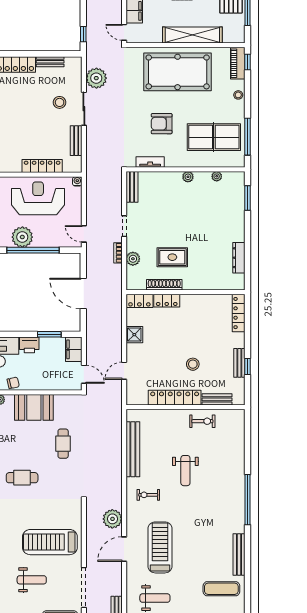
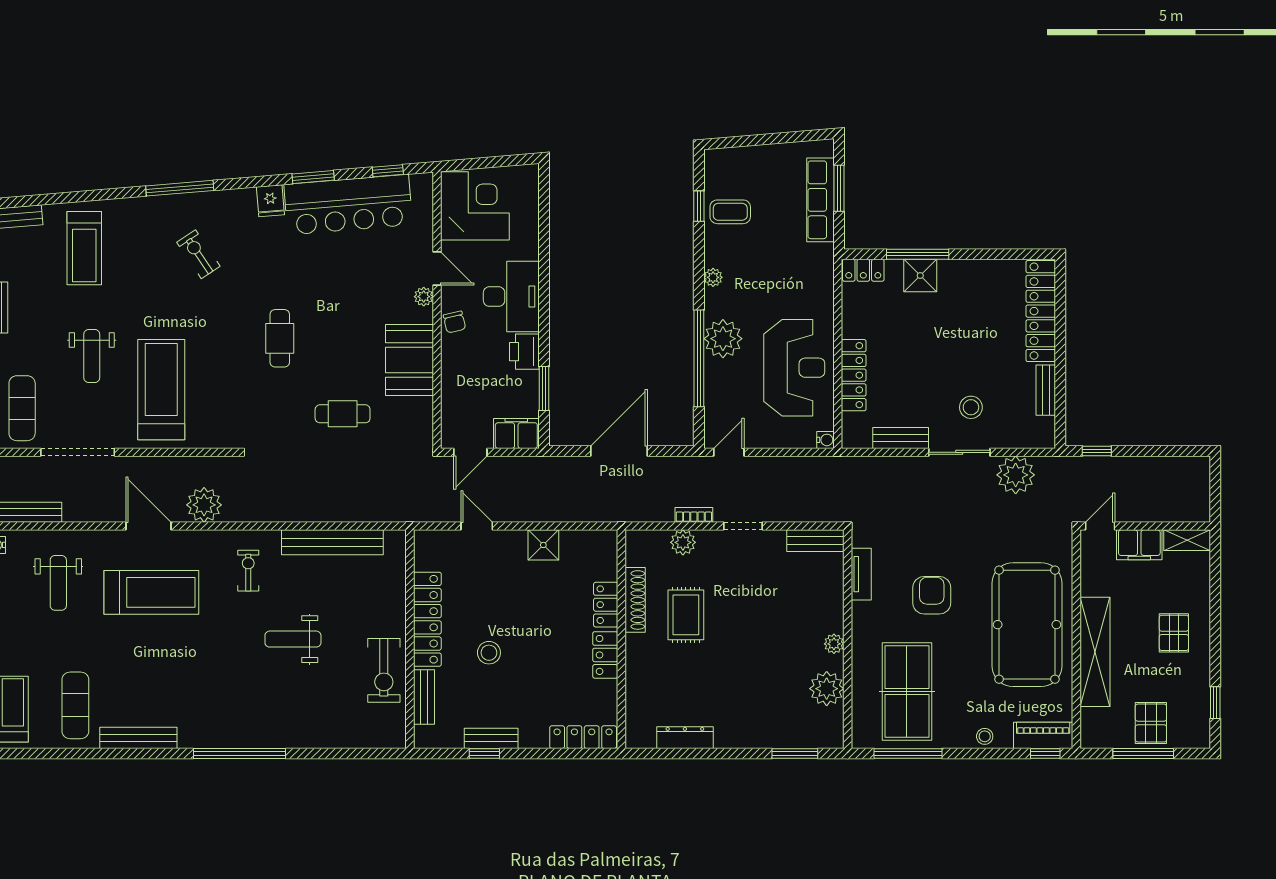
plant: (217, 176) -> (827, 689), width x1.88, depth x1.88
locker: (139, 301) -> (605, 655), moved
exercise bike: (202, 421) -> (384, 670), width x1.38, depth x1.39

